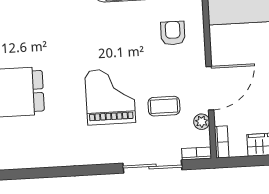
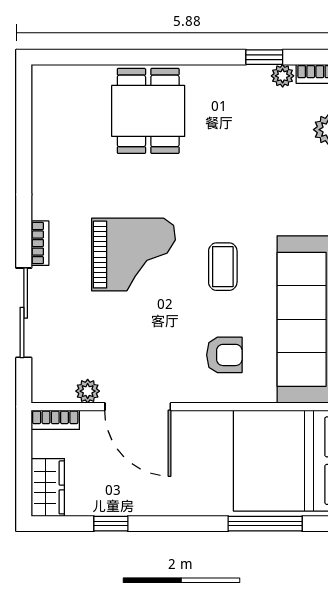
coffee table: (164, 106) -> (223, 267), moved
bookcase: (197, 153) -> (40, 243), moved

